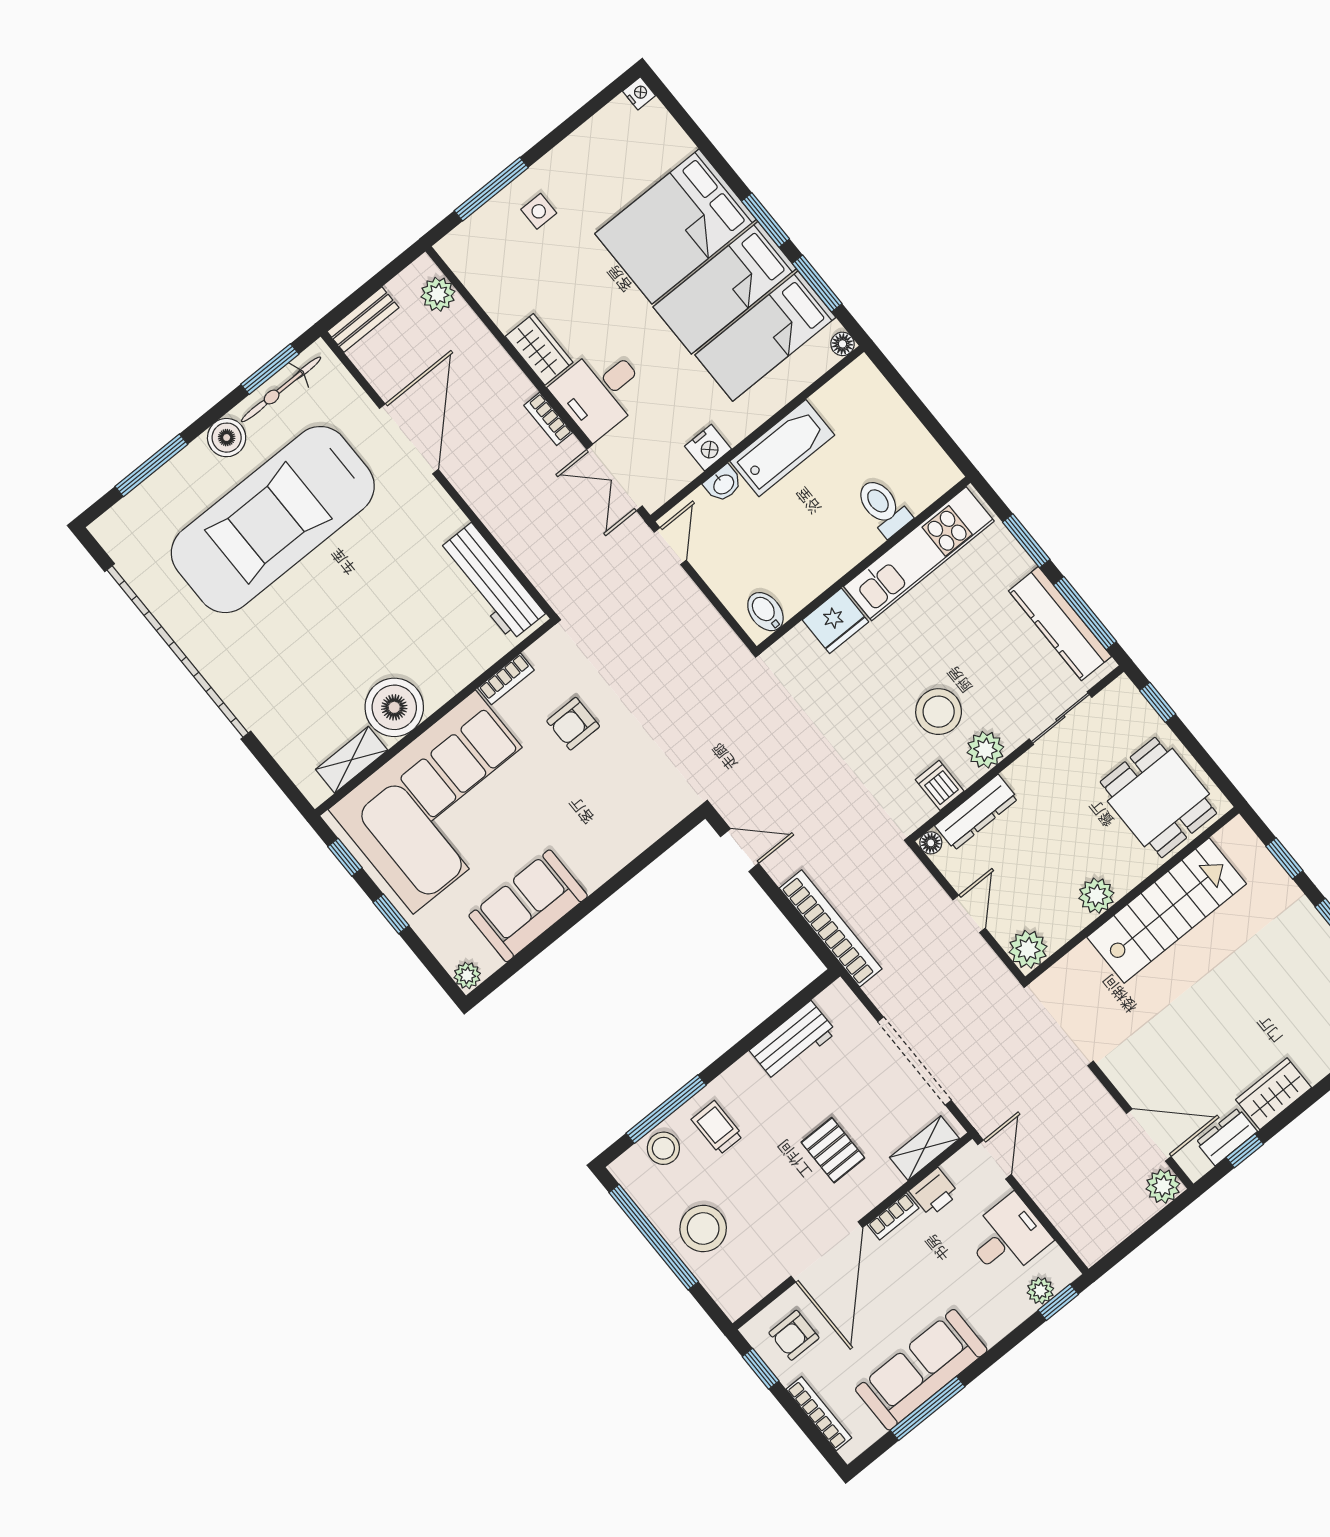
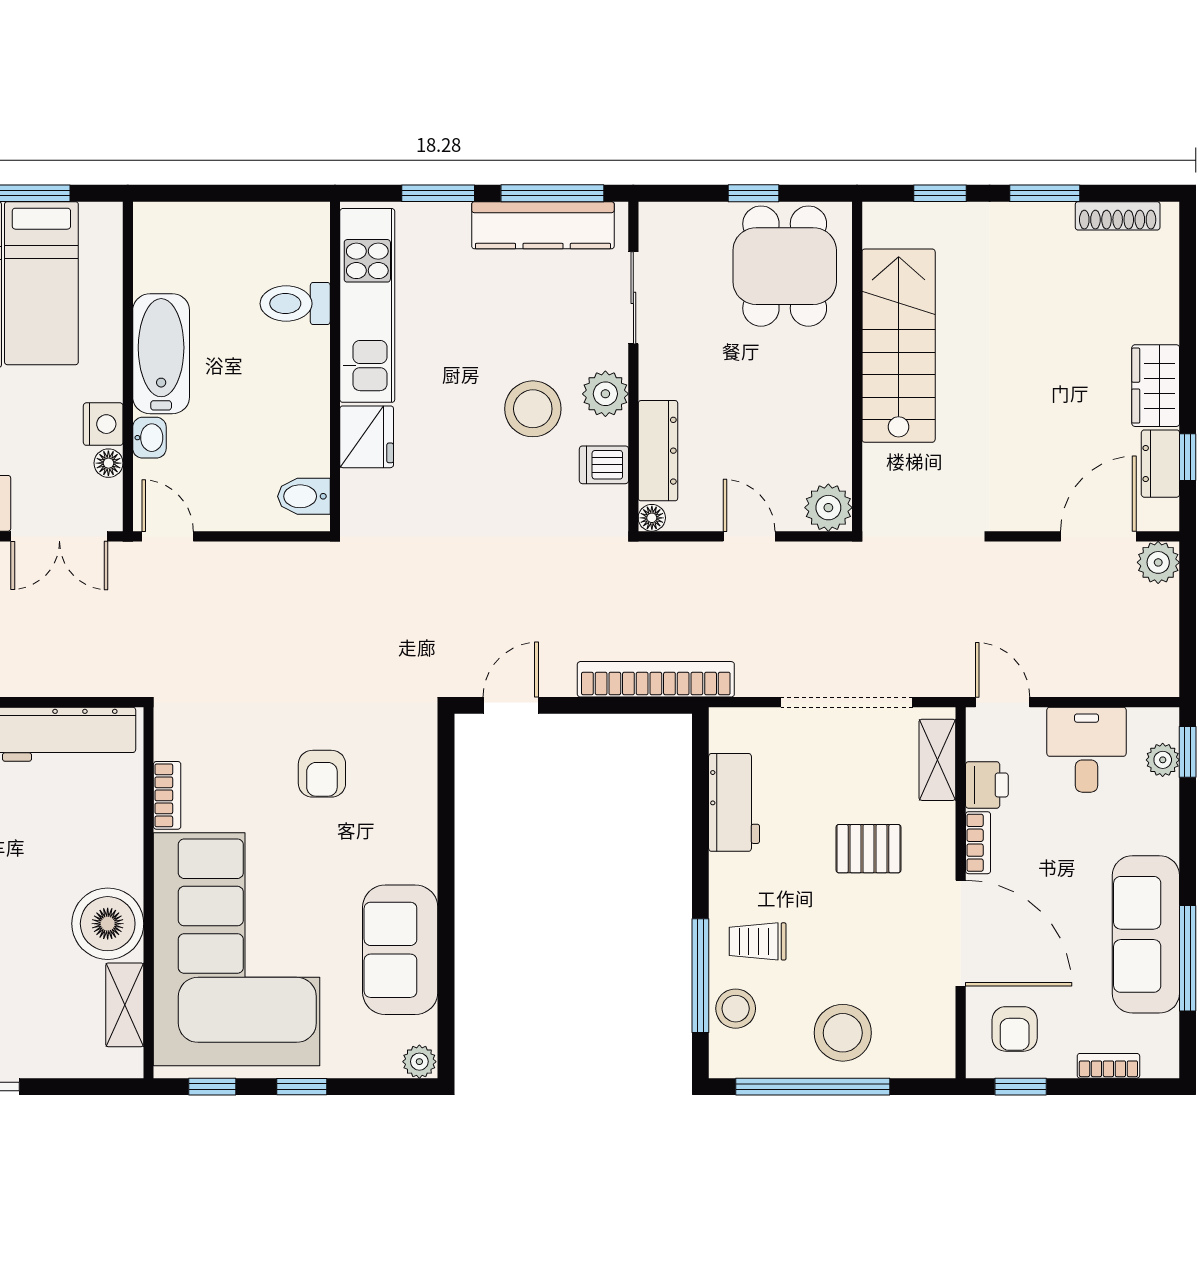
floor lamp: (842, 344) -> (108, 463), moved
window: (1158, 702) -> (754, 193), moved
armchair: (573, 724) -> (322, 774), moved
dining table: (1158, 798) -> (785, 266), turned 90
plant: (1096, 896) -> (830, 401), removed
bookcase: (819, 1414) -> (1108, 1066), width x0.64

